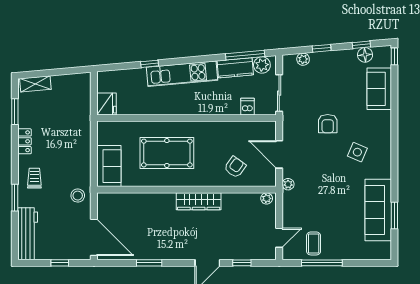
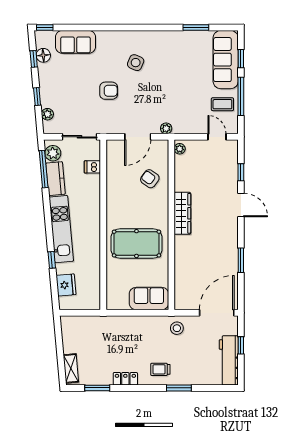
fridge: (106, 104) -> (66, 285), moved, turned 85
pool table: (167, 153) -> (136, 244), turned 90
sofa: (378, 210) -> (226, 60), moved, turned 90
workbench: (28, 234) -> (229, 360), moved, turned -90
window: (361, 263) -> (241, 59), added

